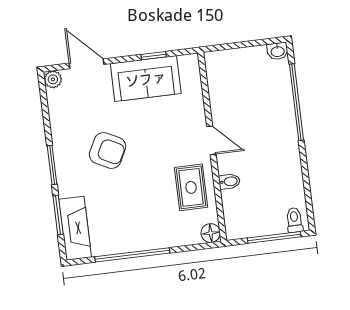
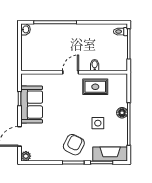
armchair: (108, 150) -> (74, 145), moved
side table: (127, 200) -> (98, 123), added
floor lamp: (211, 233) -> (122, 113), moved

